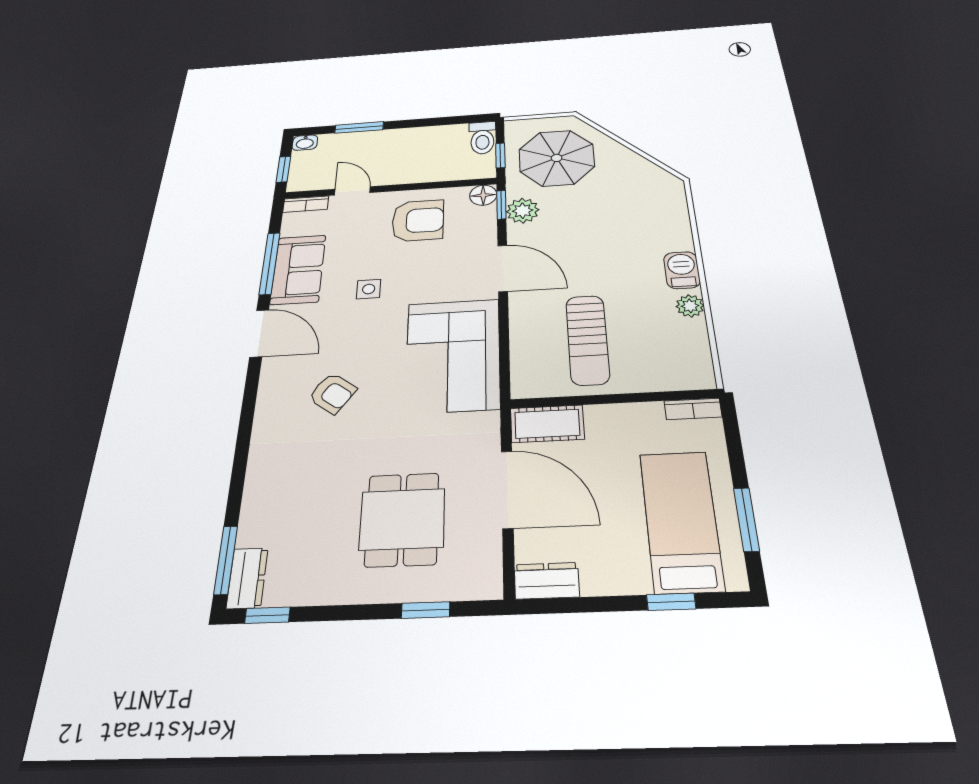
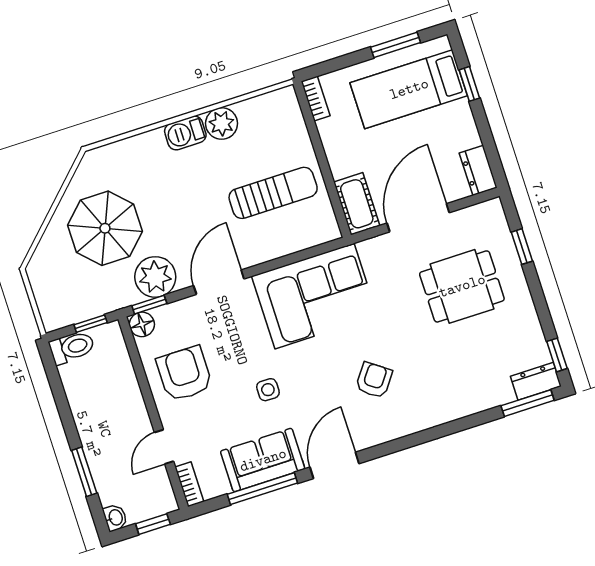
parasol: (557, 158) -> (105, 228), moved
plant: (523, 211) -> (155, 277), width x1.36, depth x1.36
plant: (690, 306) -> (222, 123), width x1.38, depth x1.38

